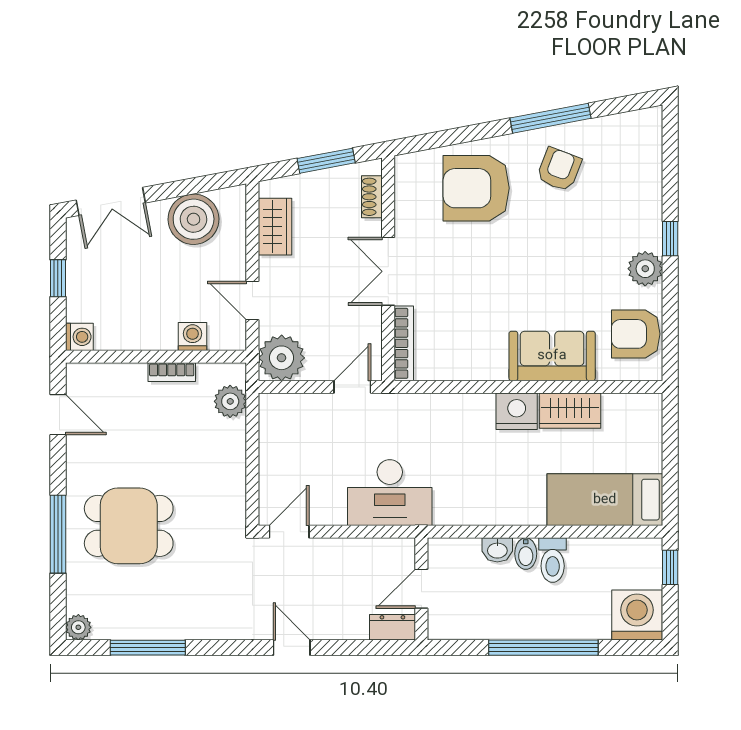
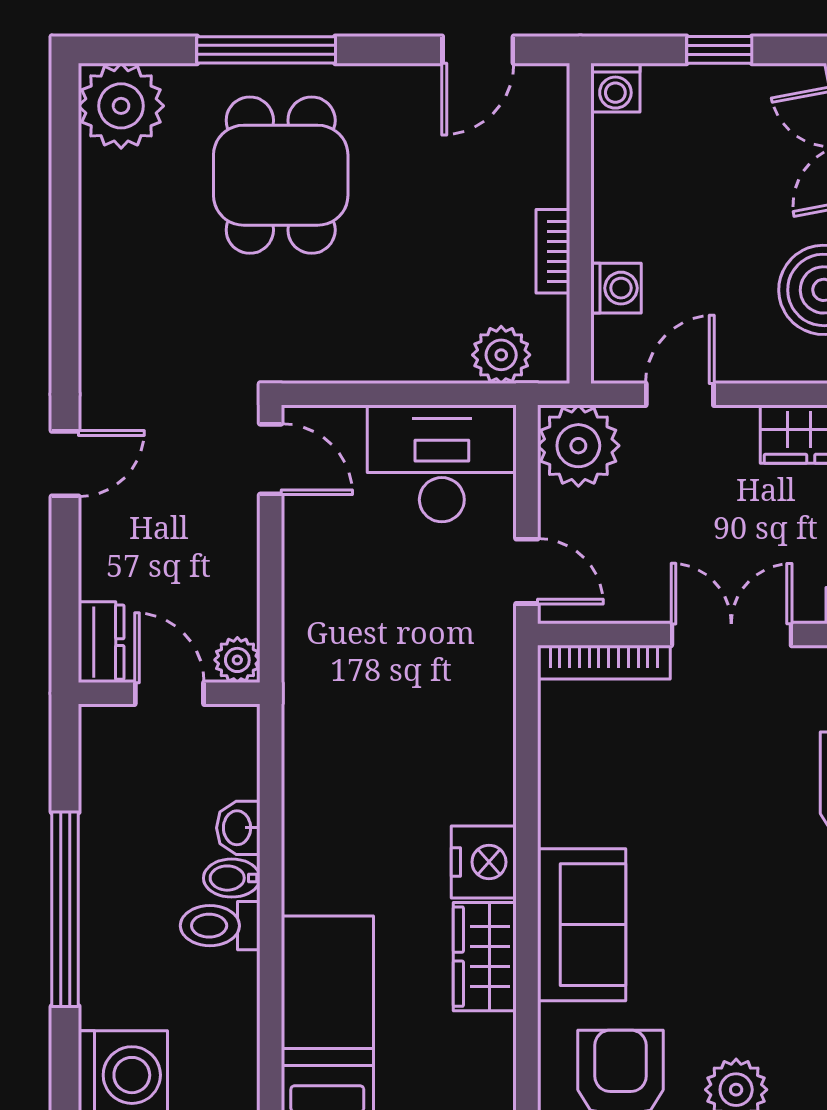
desk: (390, 493) -> (442, 463), moved, turned 90
plant: (403, 550) -> (237, 660), added
plant: (78, 627) -> (121, 106), width x1.87, depth x1.87
window: (148, 648) -> (65, 209), removed

